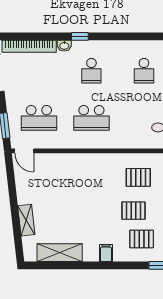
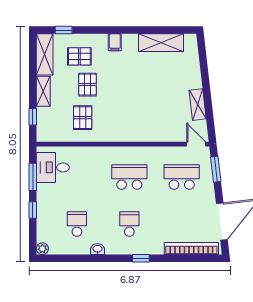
washbasin: (64, 46) -> (98, 249), moved
pallet: (138, 177) -> (83, 118), turned 90
pallet: (133, 211) -> (87, 85), turned 90
shelving: (26, 220) -> (198, 105), moved

